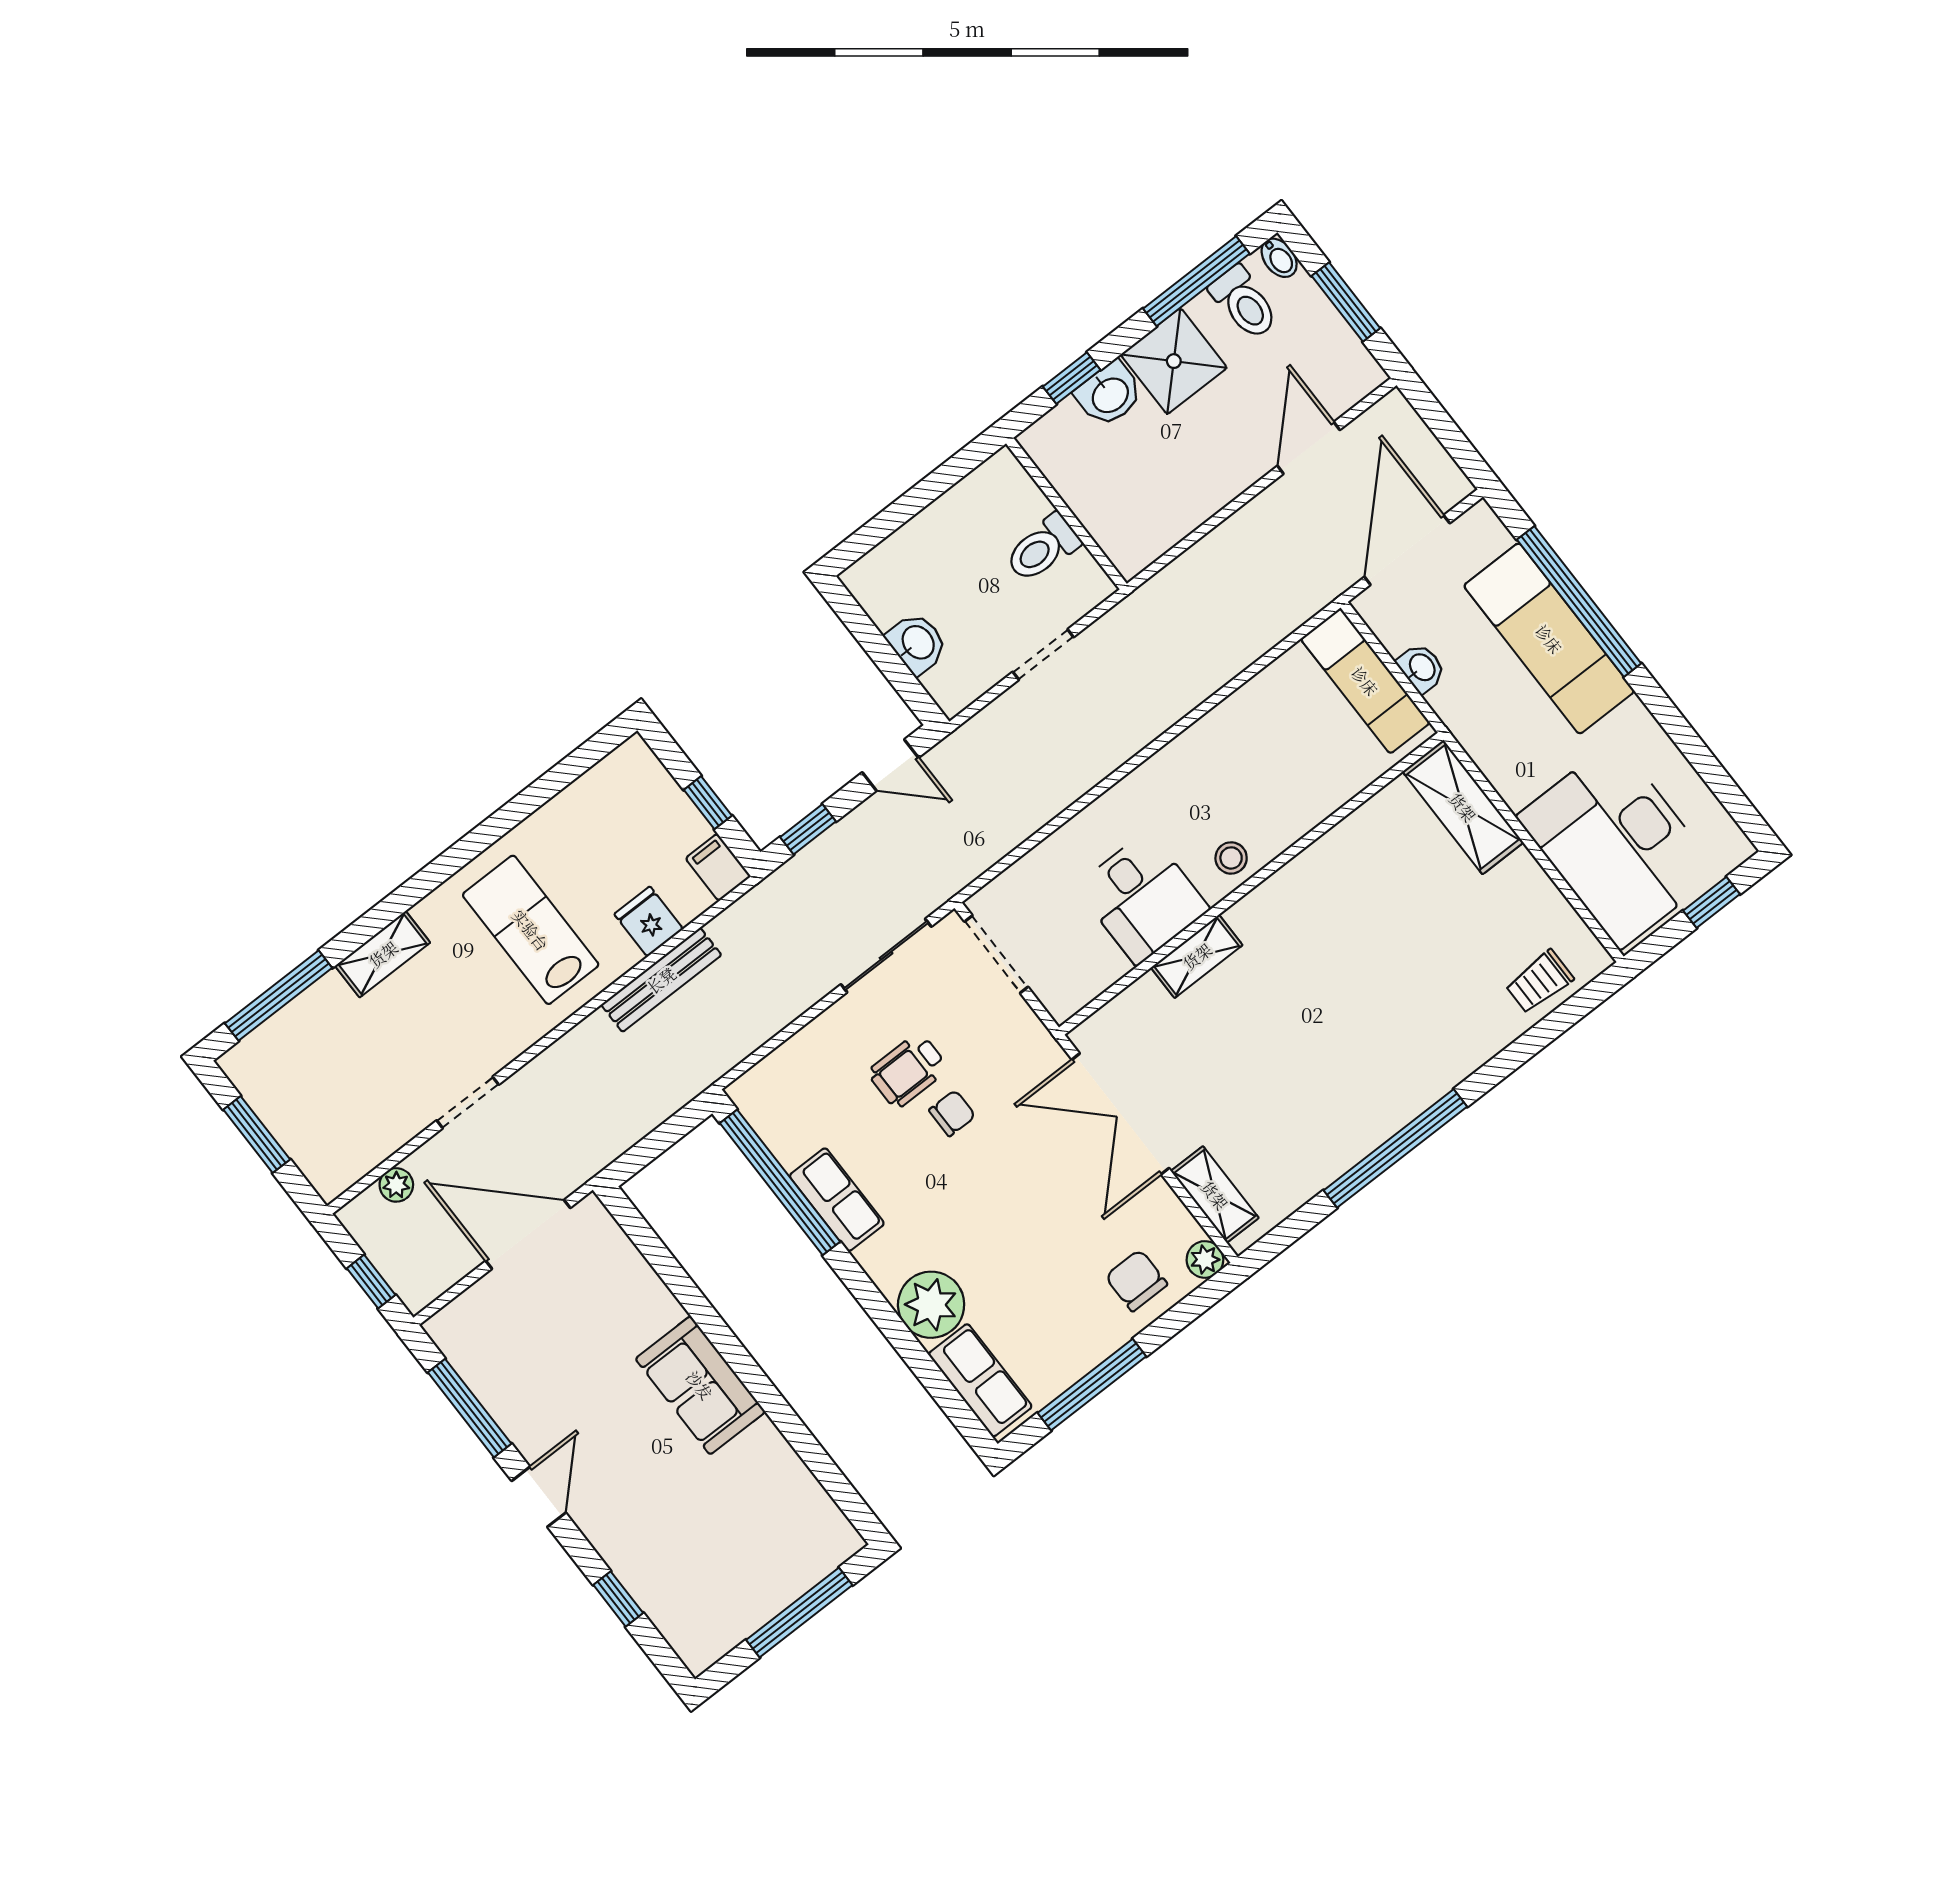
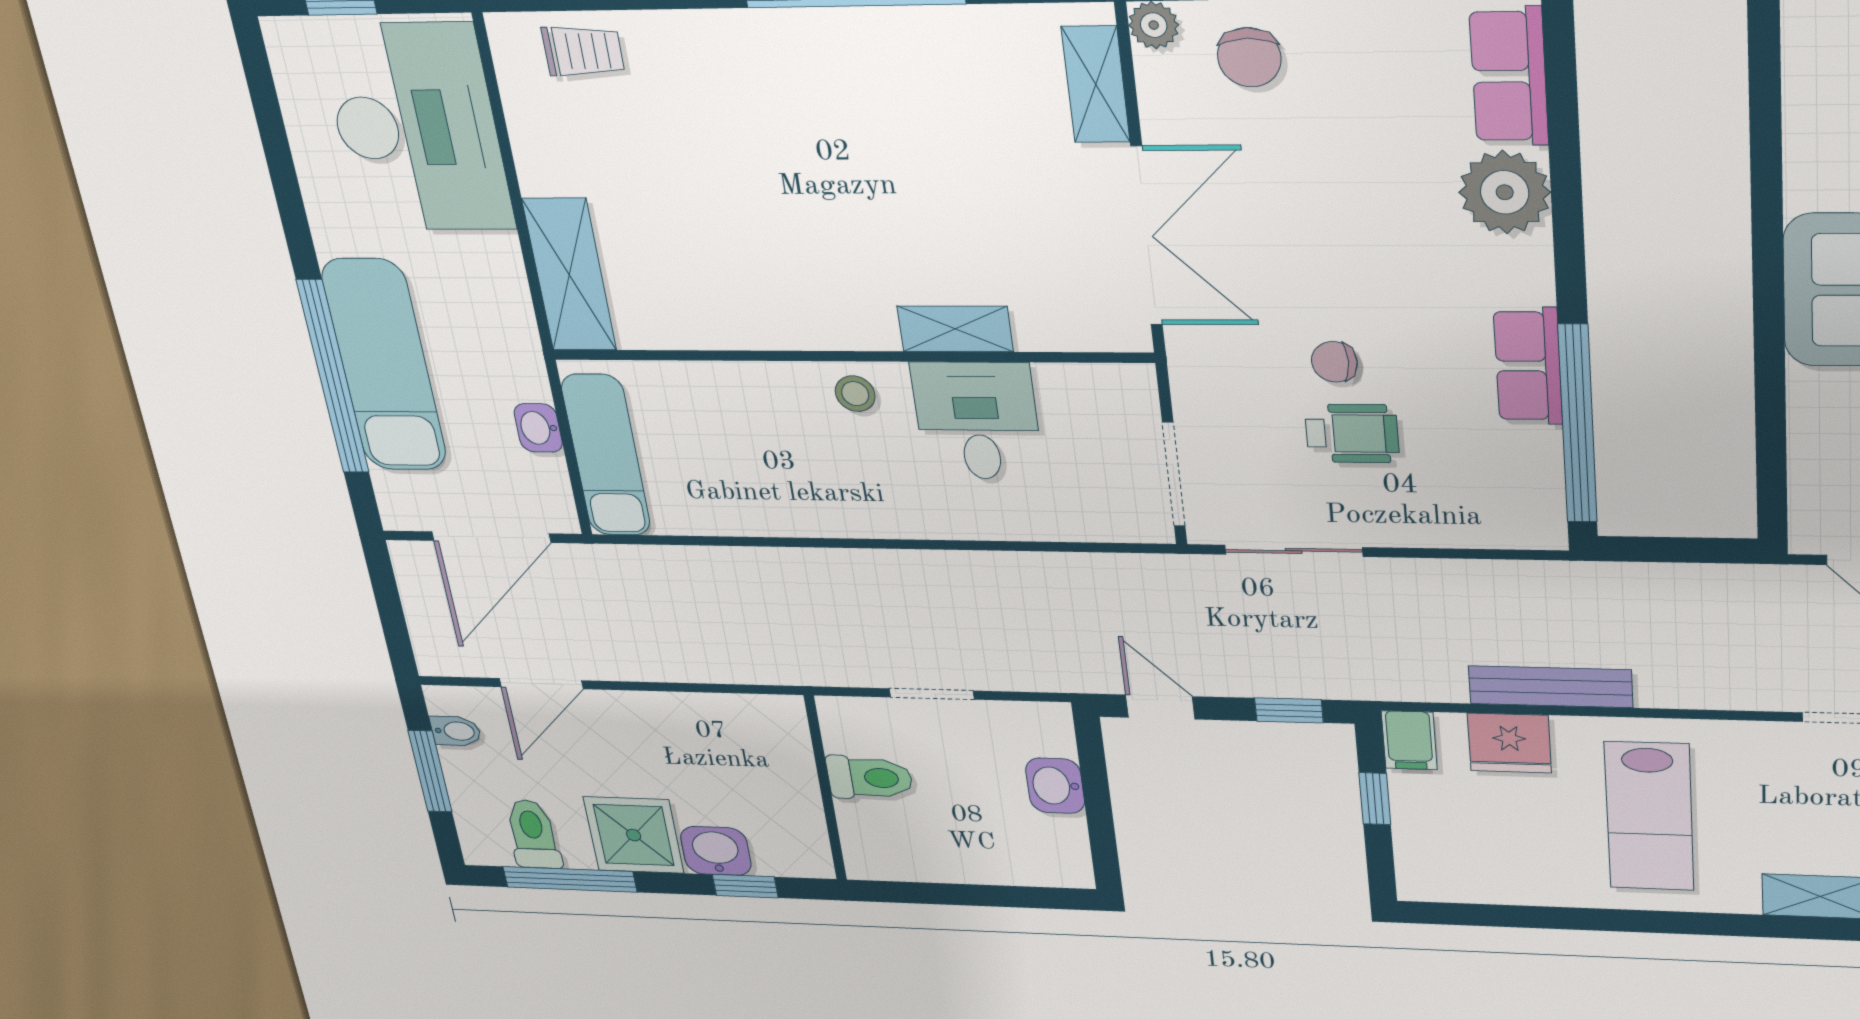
bidet: (1279, 258) -> (456, 731), moved, turned 90
fridge: (649, 921) -> (1509, 743), width x1.38

